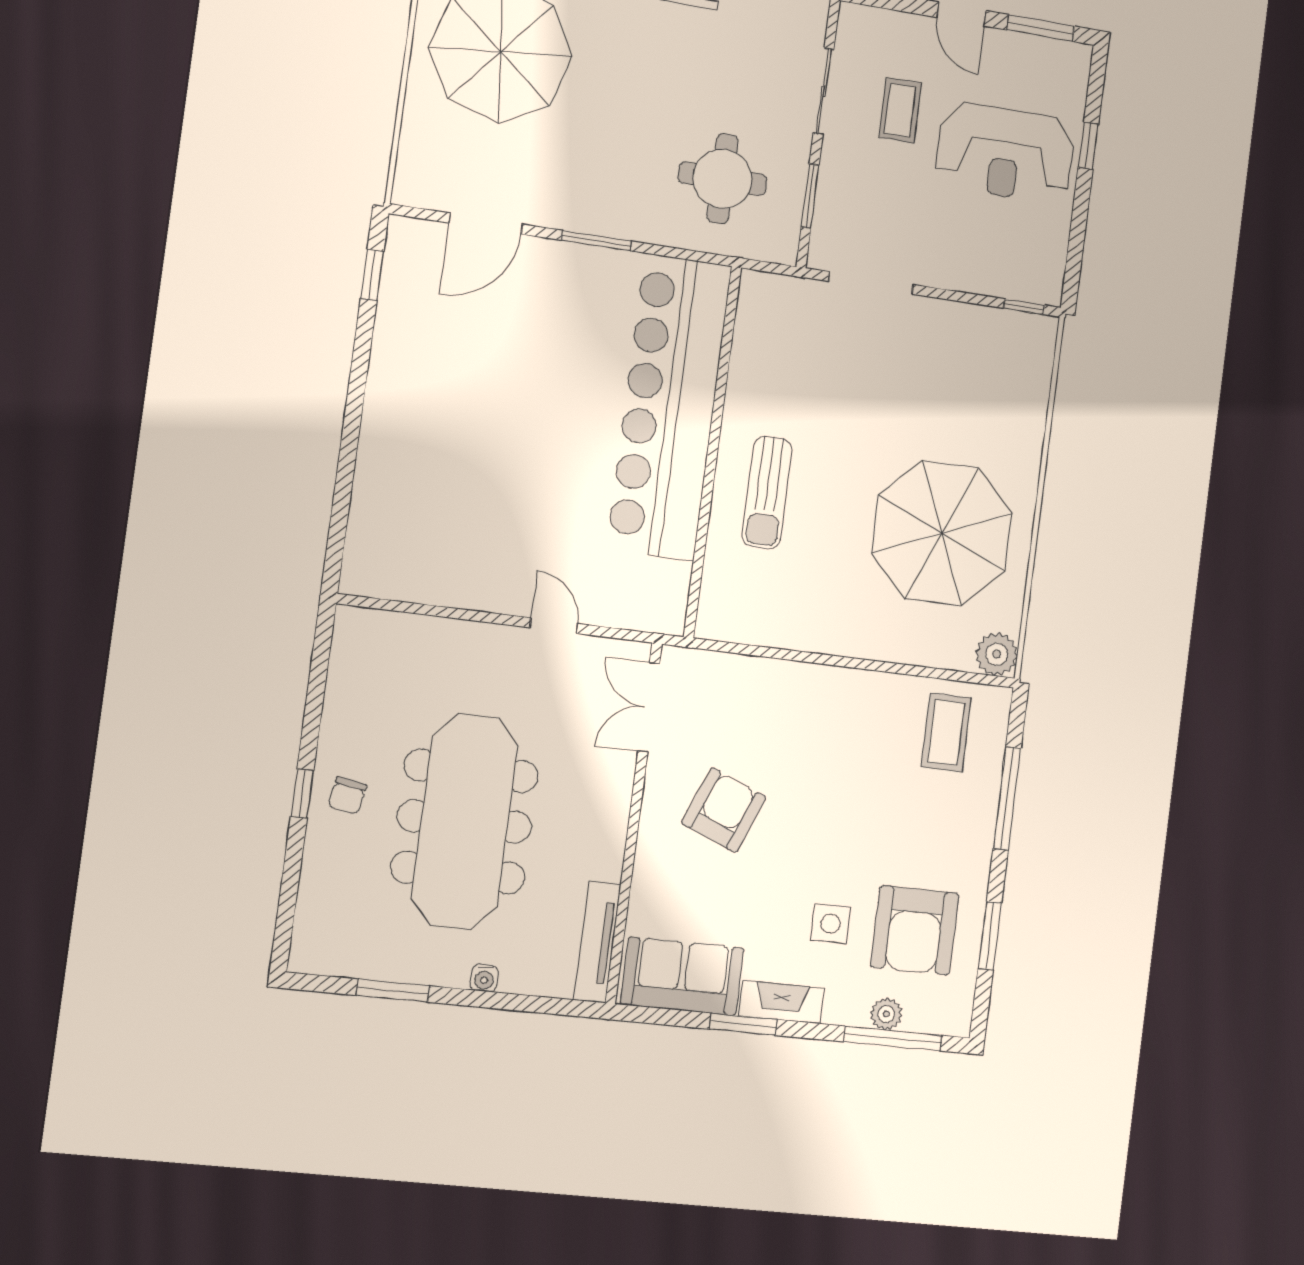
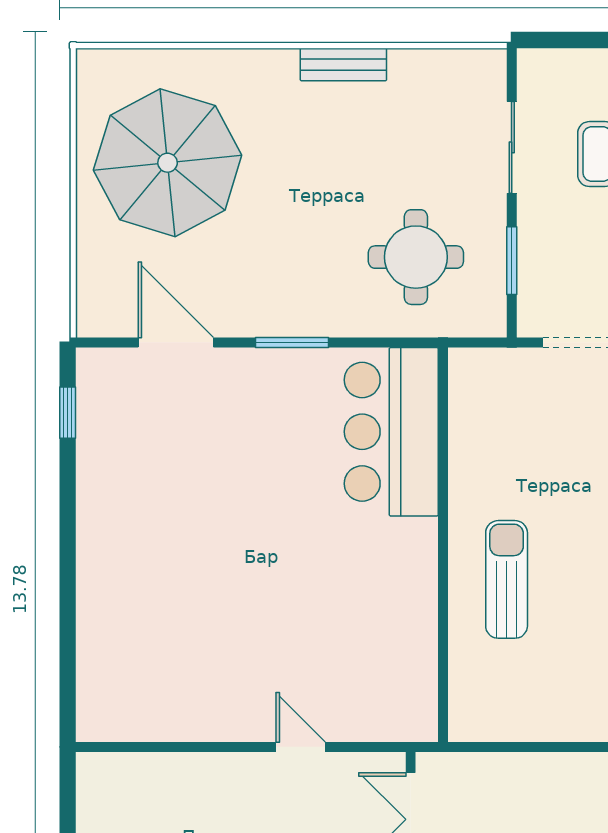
door: (486, 224) -> (176, 342), swing flipped
bar counter: (669, 407) -> (391, 432), width x0.54
sun lounger: (767, 493) -> (507, 579), turned 180

